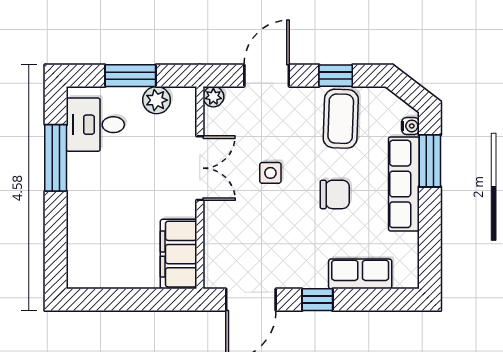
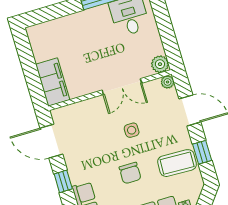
window: (130, 76) -> (165, 28), removed
plant: (157, 100) -> (160, 64), moved
filing cabinet: (179, 254) -> (53, 82), moved, turned 90

